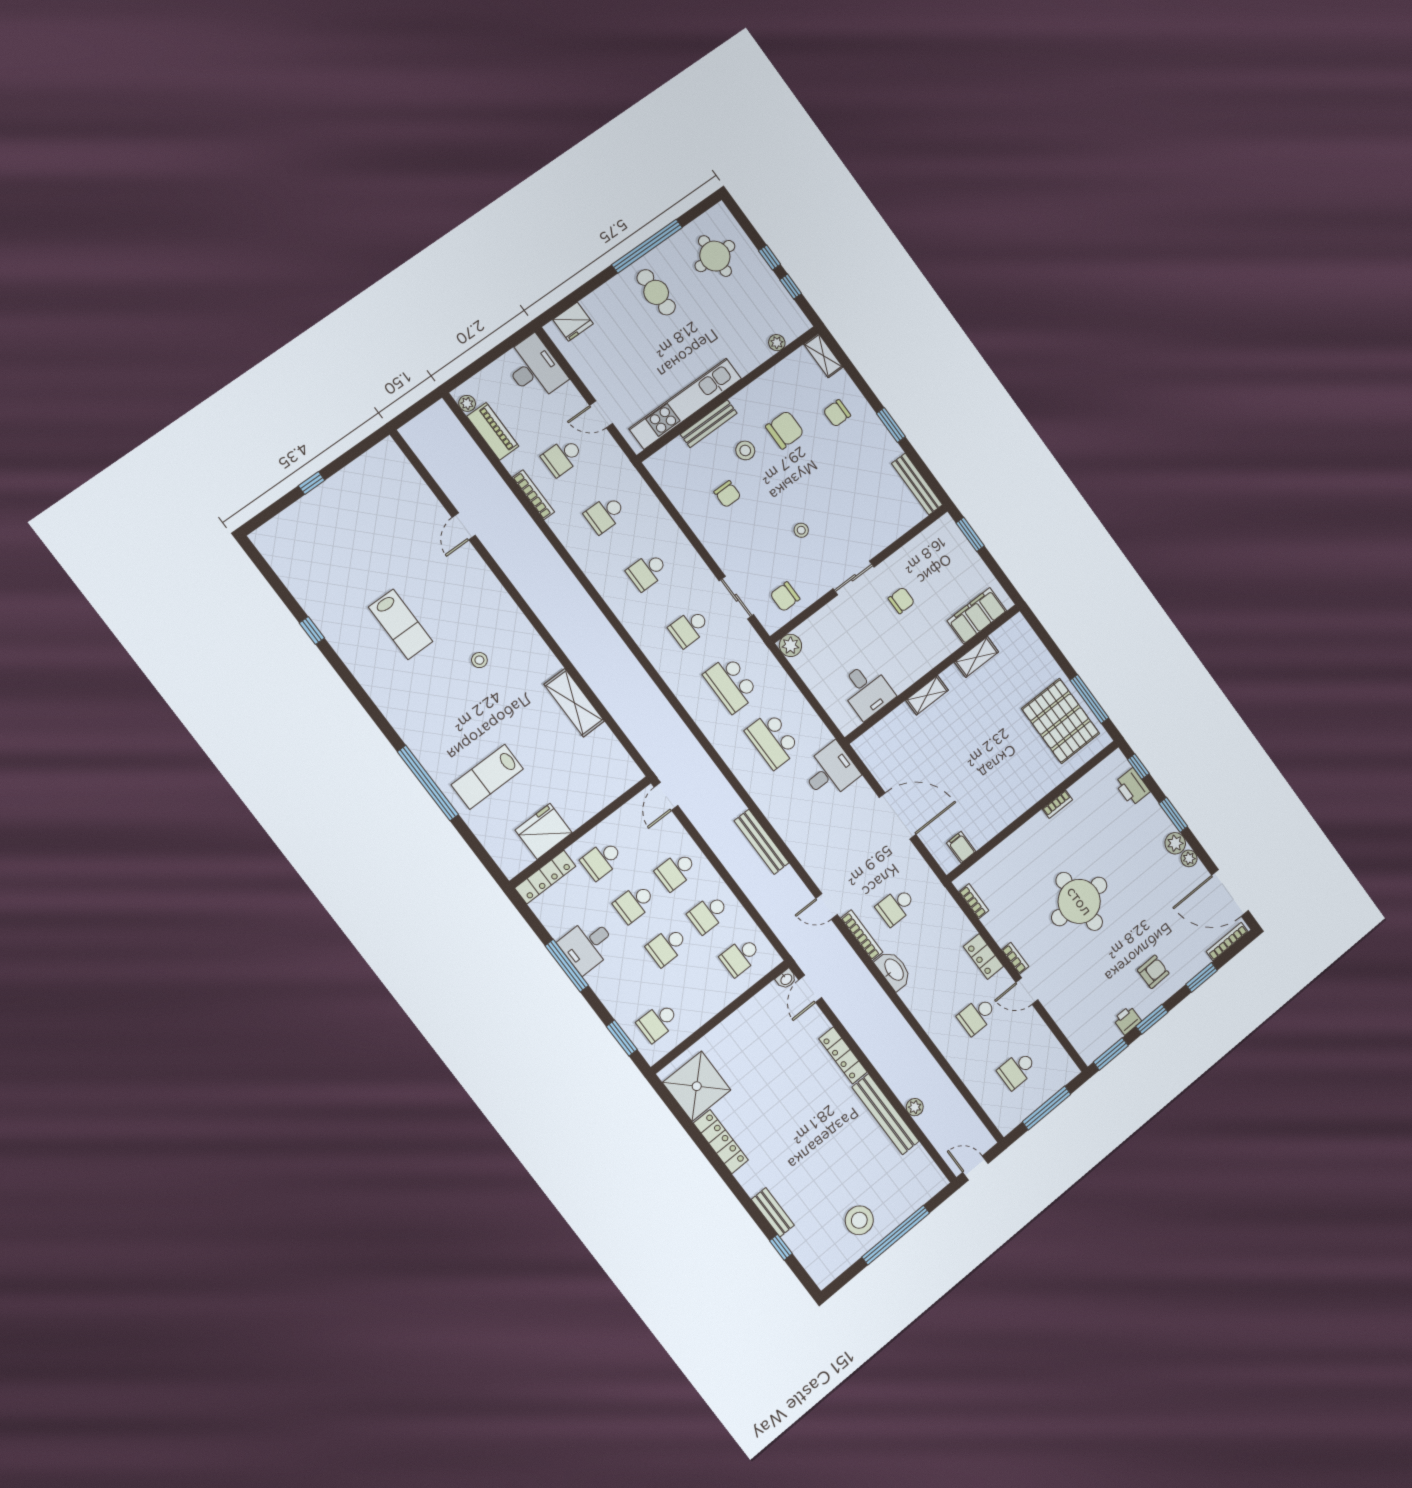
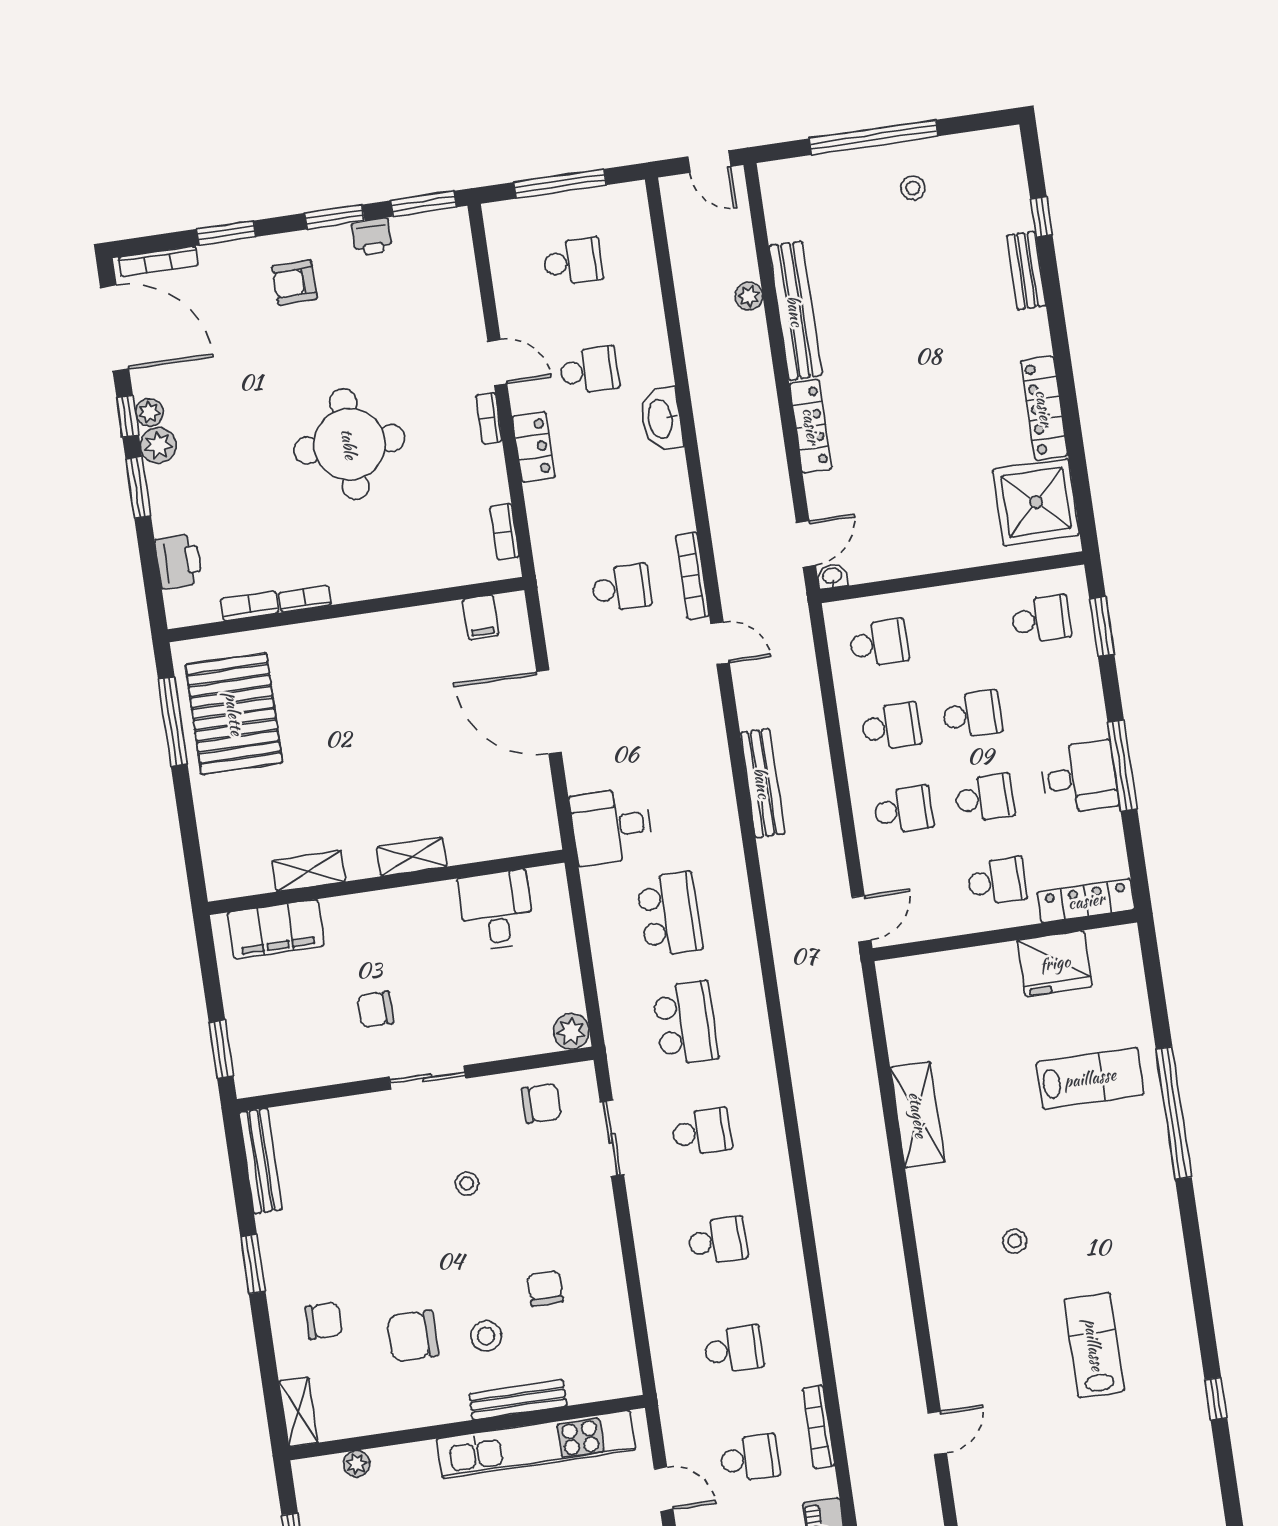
window: (1138, 767) -> (128, 416), moved
bookcase: (1084, 784) -> (250, 606), added
washbasin: (894, 970) -> (661, 419), moved
stool: (859, 1220) -> (913, 188), width x0.53, depth x0.53

